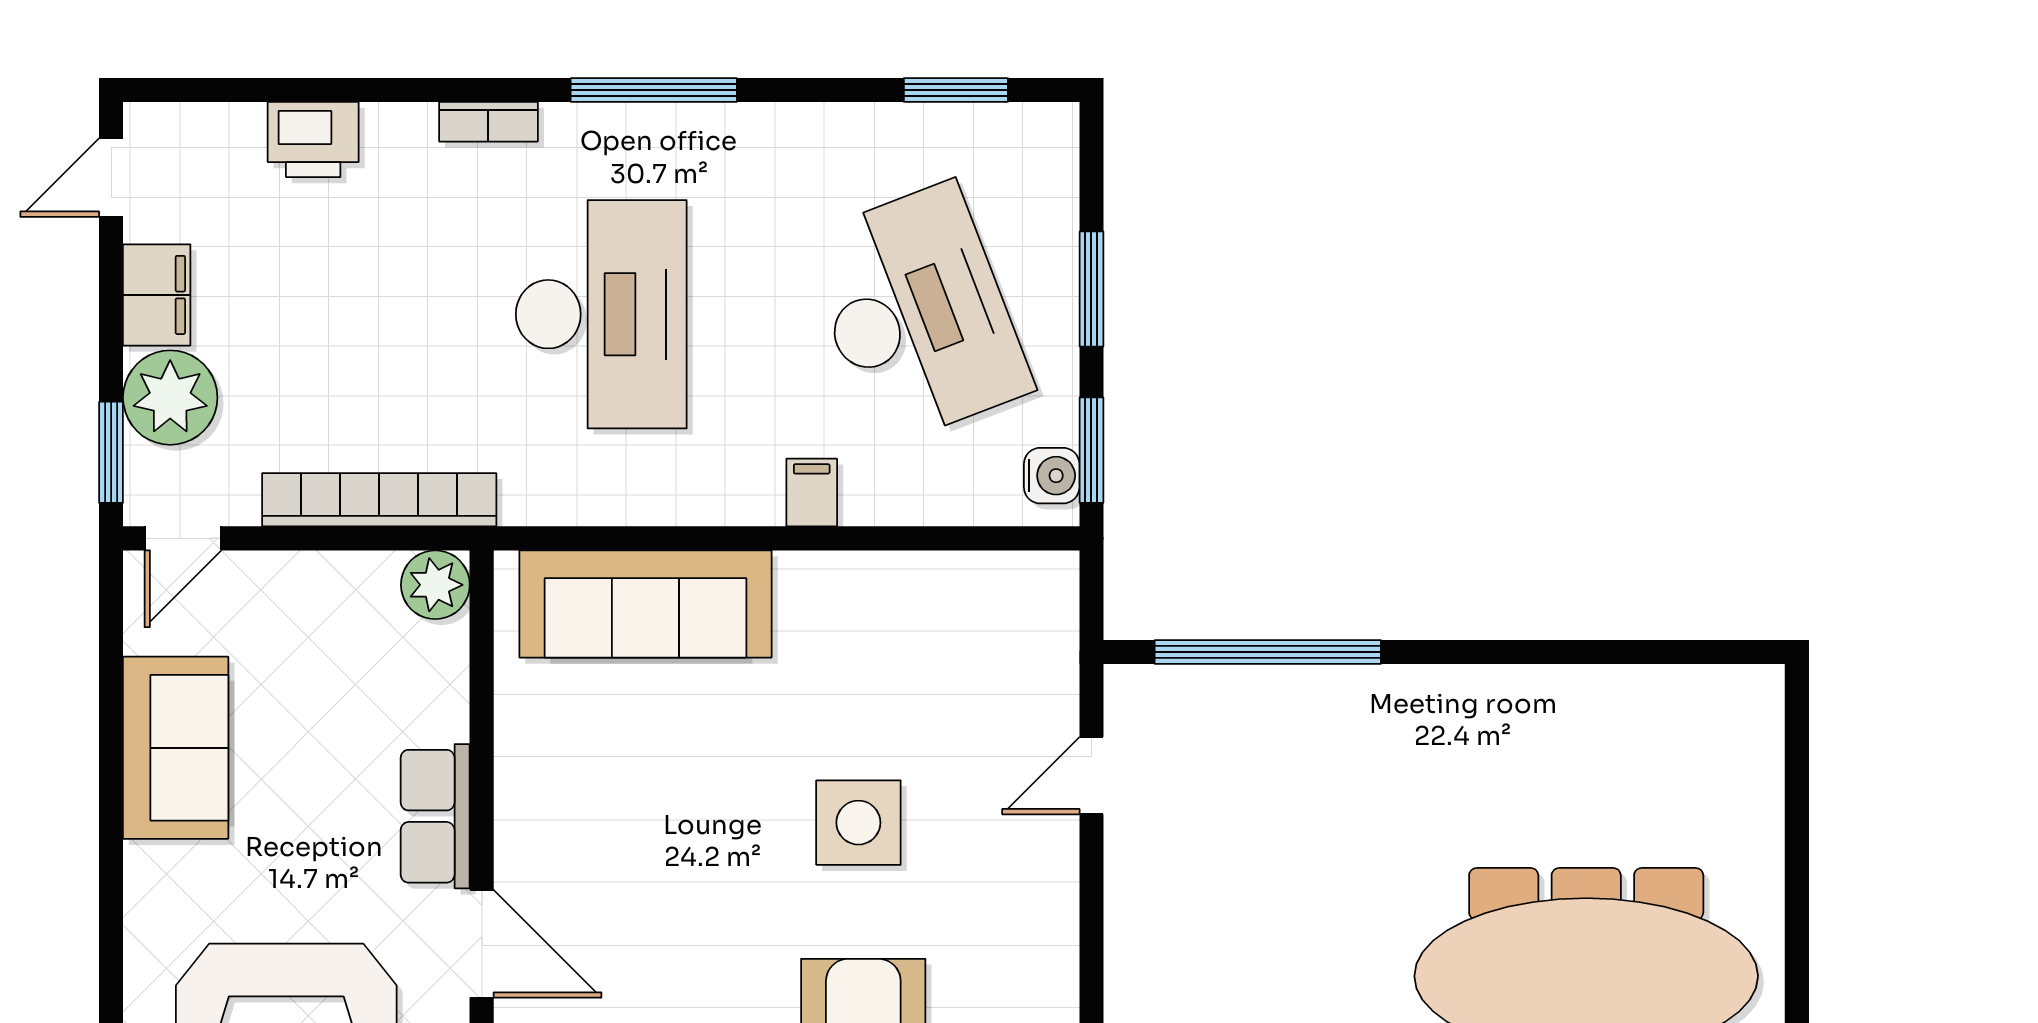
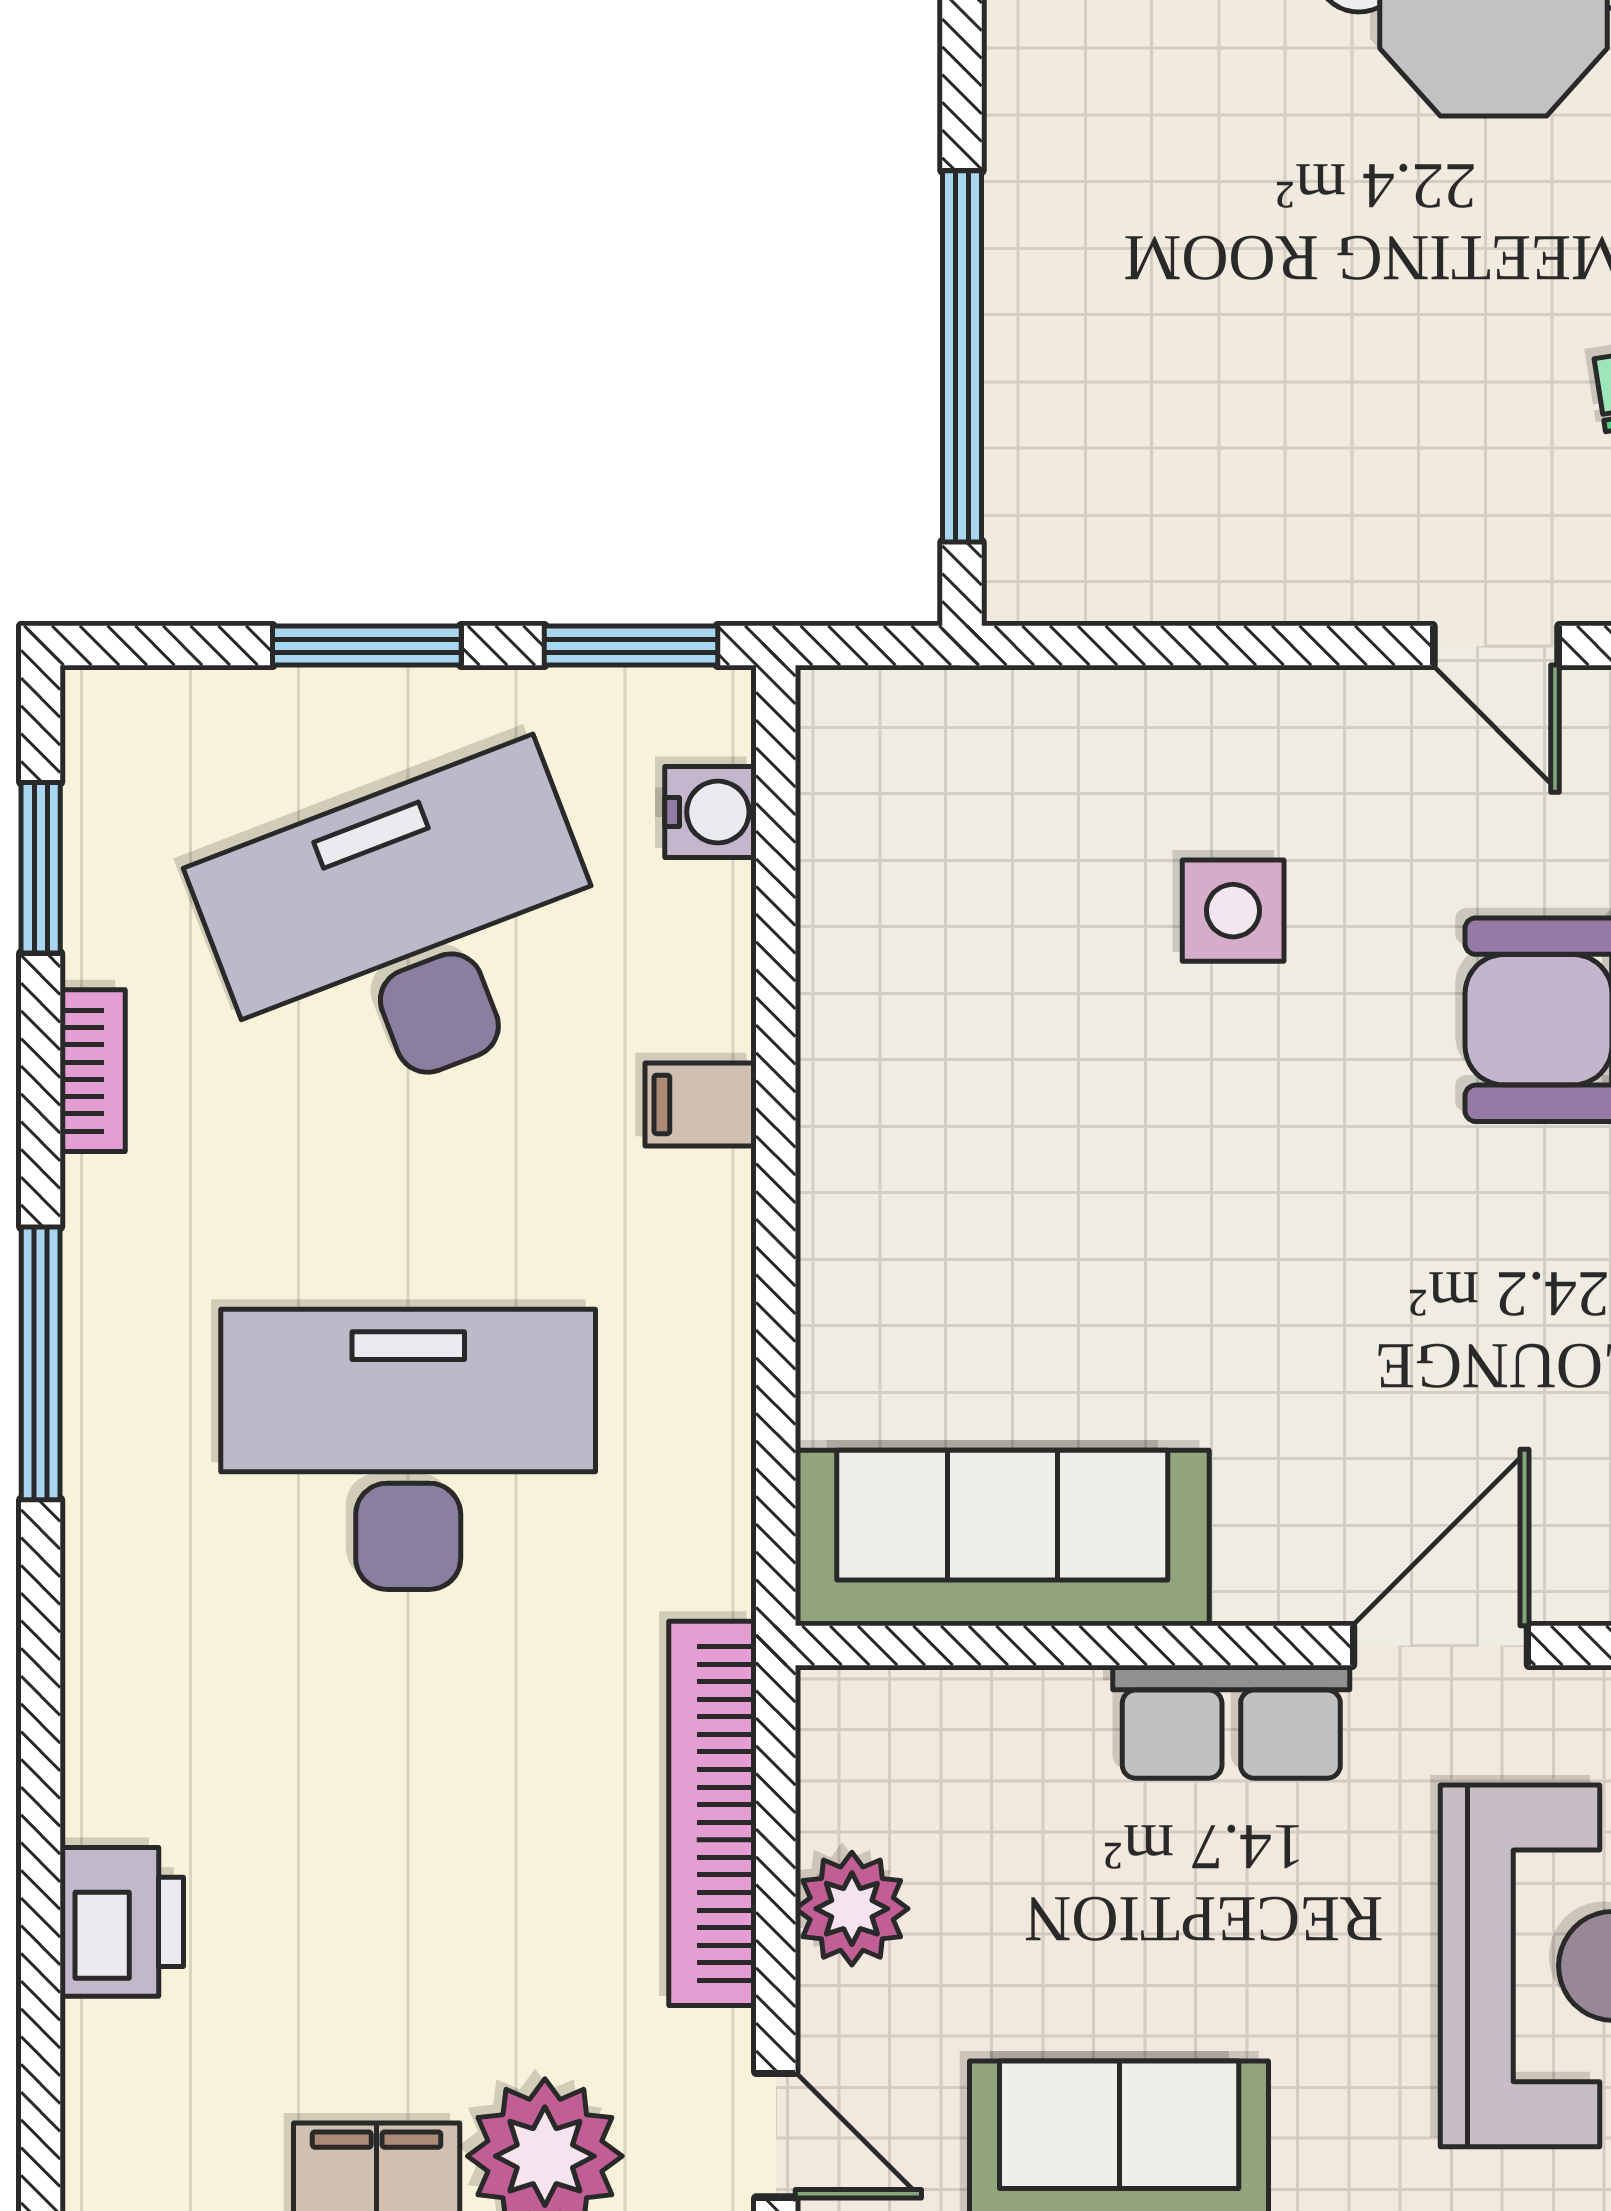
bookcase: (488, 122) -> (93, 1071), moved
water cooler: (1052, 476) -> (711, 812), moved, turned 90
plant: (435, 585) -> (852, 1909), moved
sofa: (645, 604) -> (1002, 1538), moved, turned -90
door: (1091, 776) -> (1496, 646), moved
side table: (858, 823) -> (1233, 911), moved, width x0.73, depth x0.73

